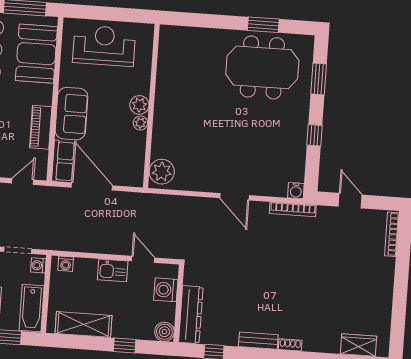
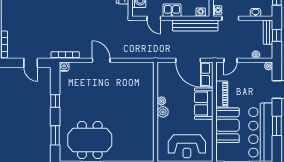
booth: (36, 54) -> (228, 125), moved
plant: (162, 172) -> (146, 72), removed
bench: (76, 243) -> (195, 25), added

